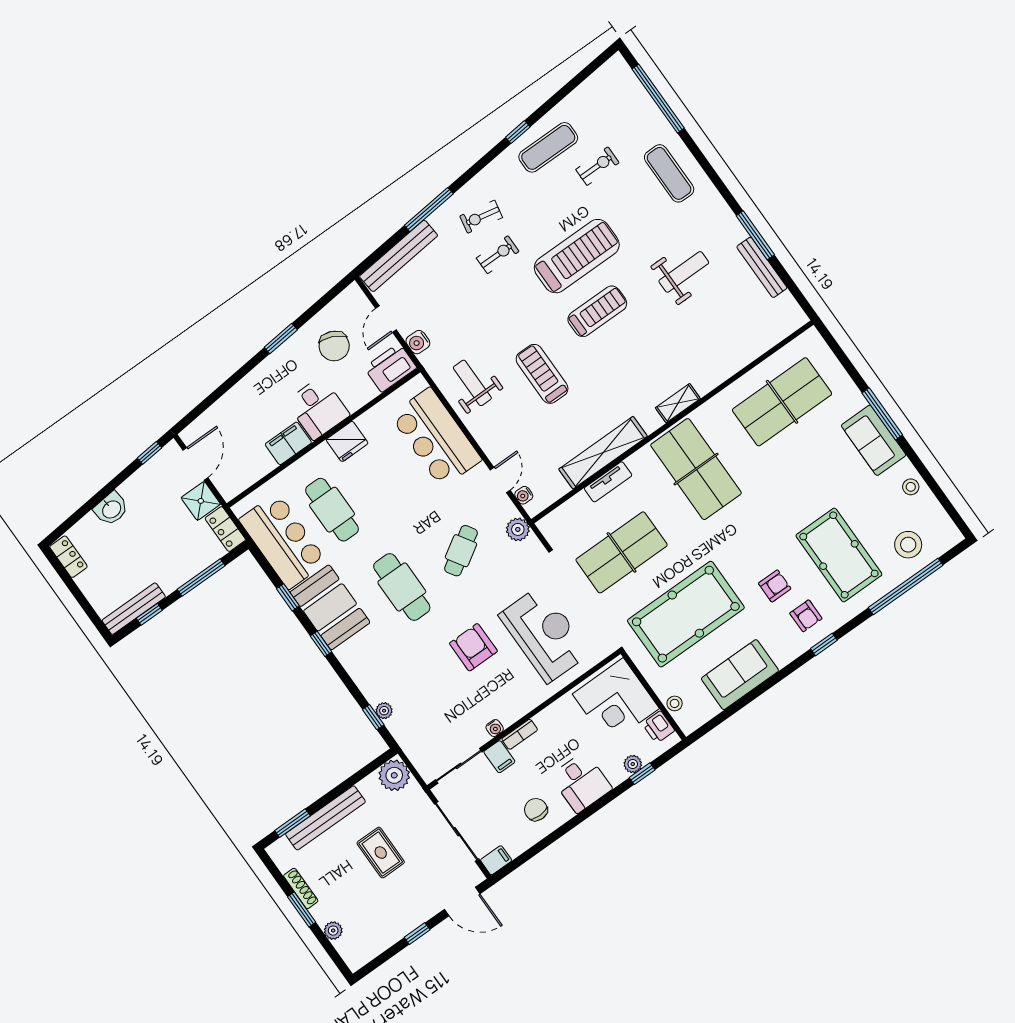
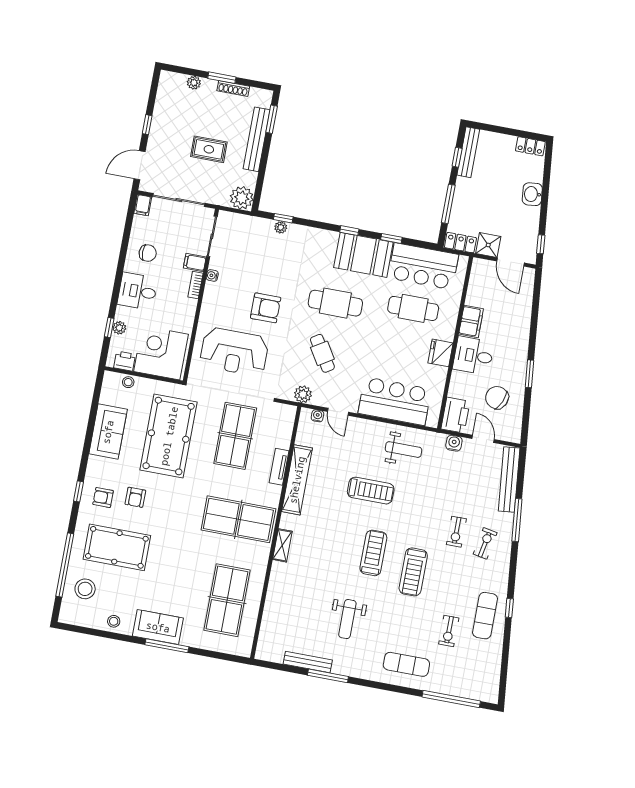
treadmill: (577, 256) -> (413, 572), width x0.73, depth x0.73
treadmill: (597, 311) -> (373, 553), turned 180

